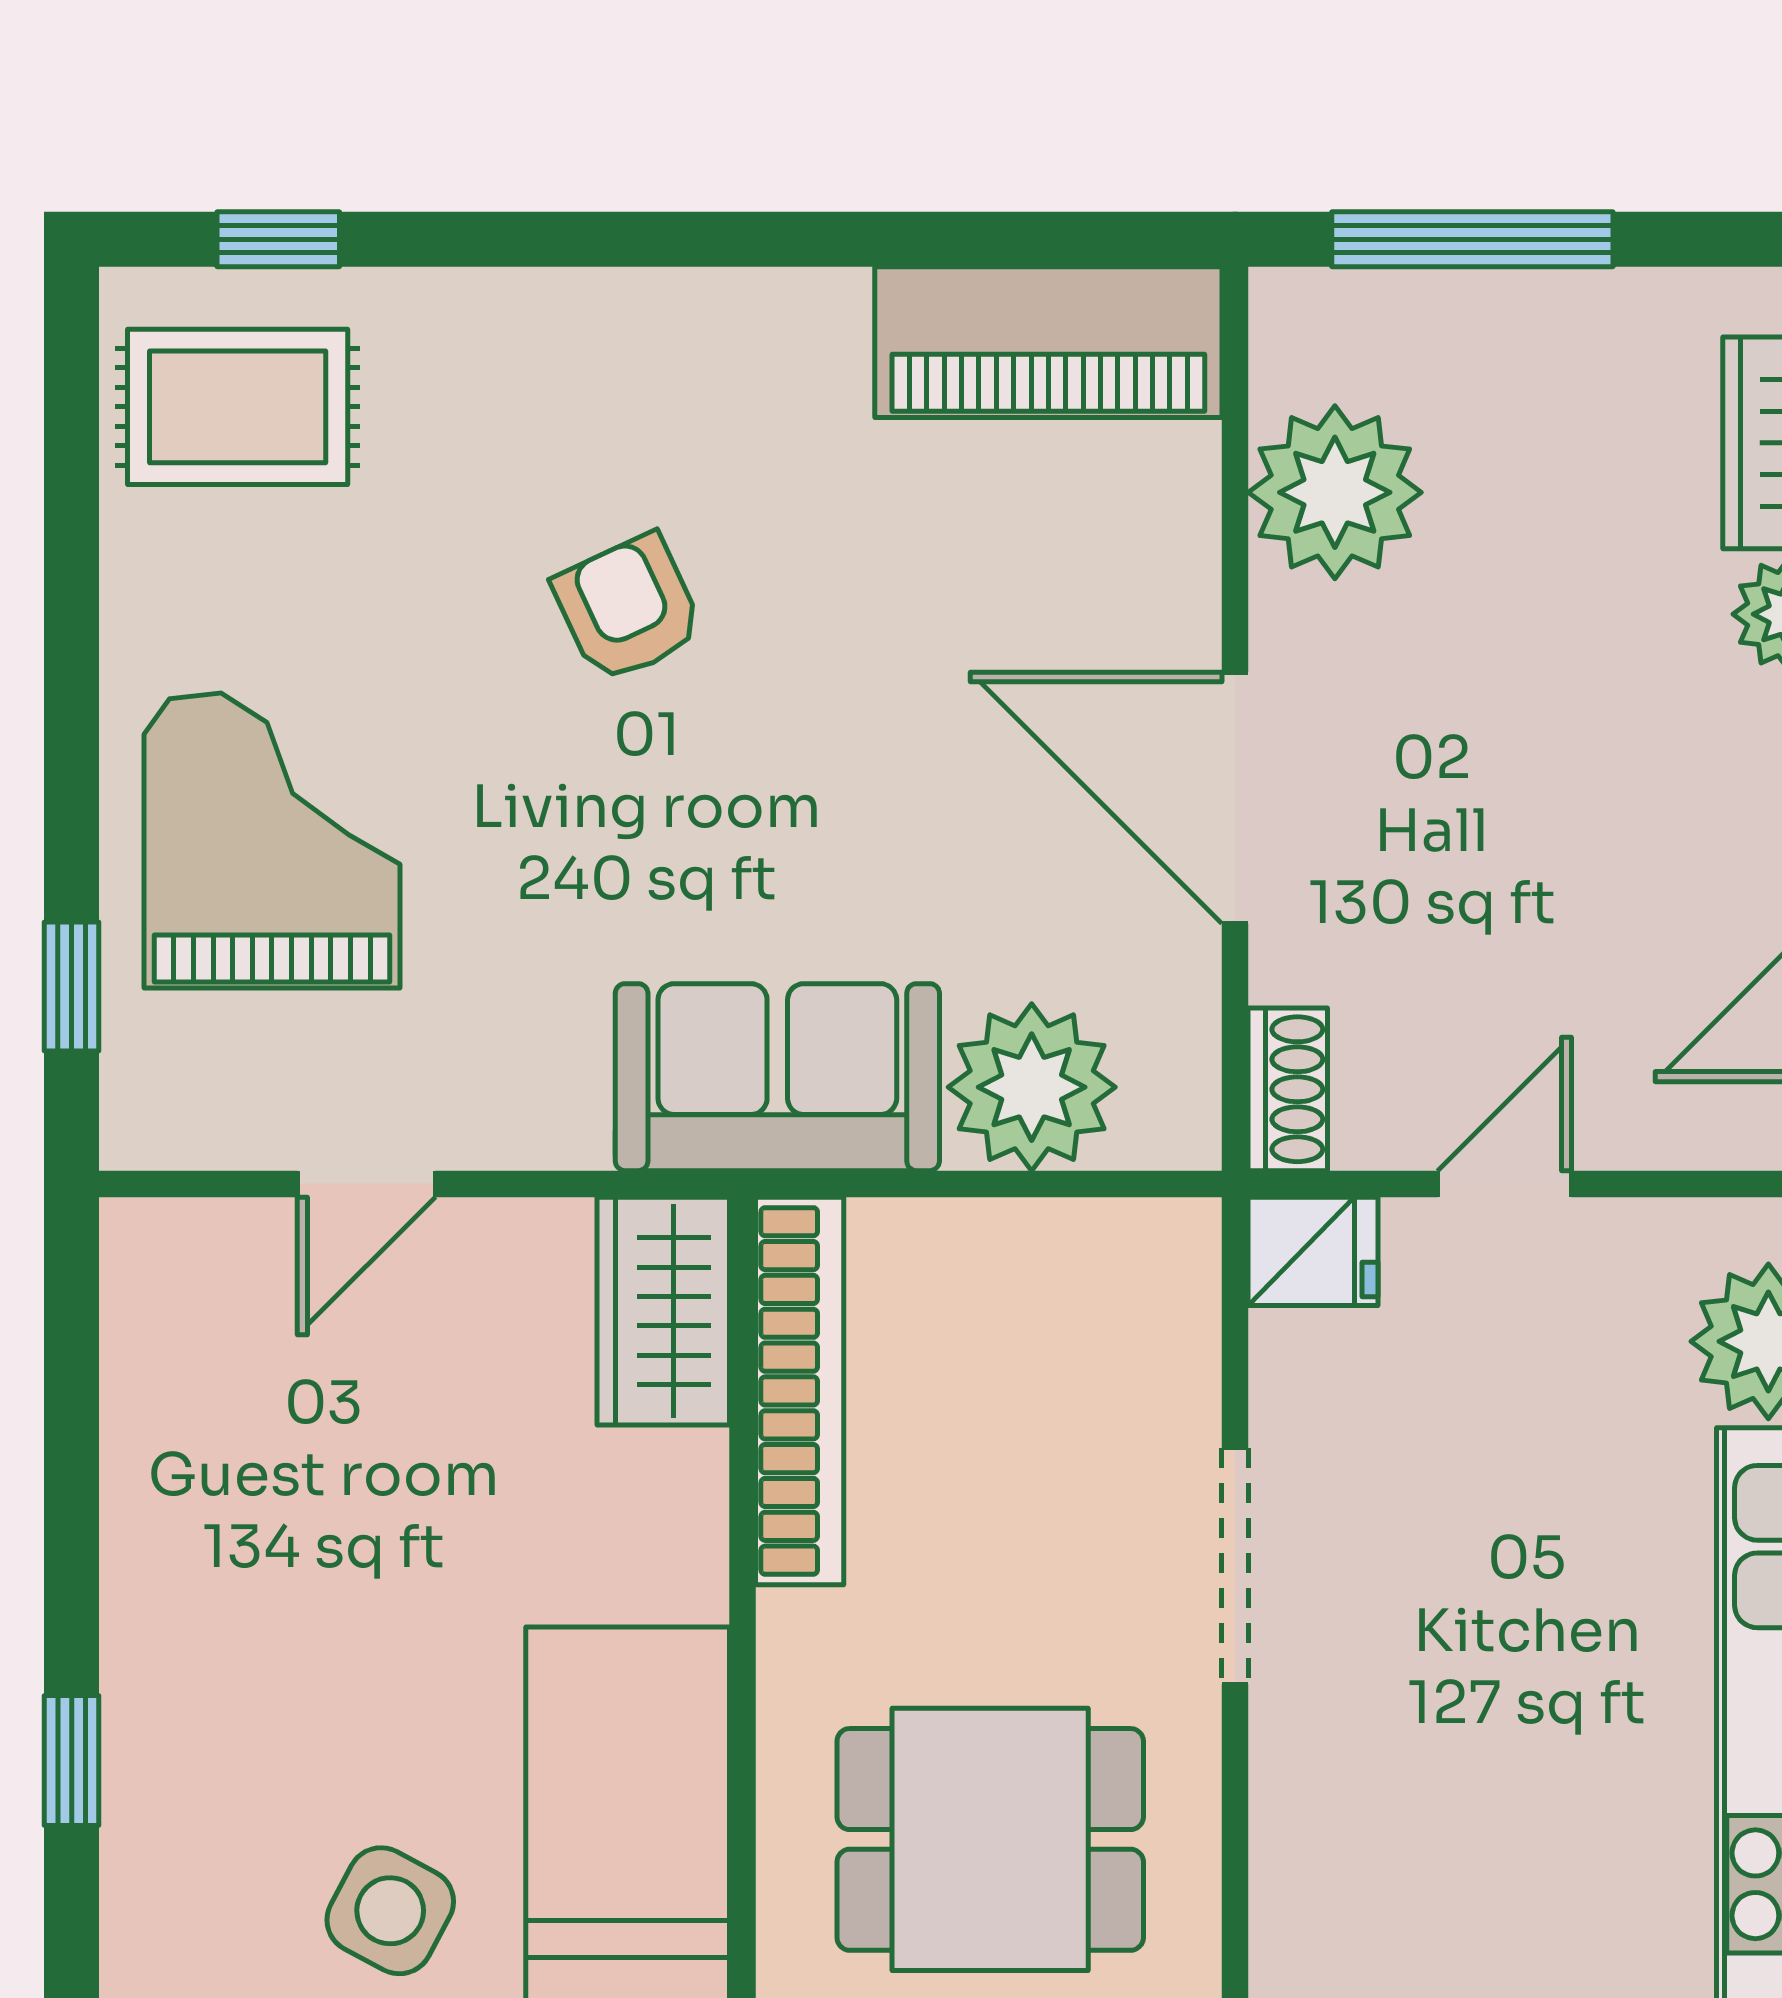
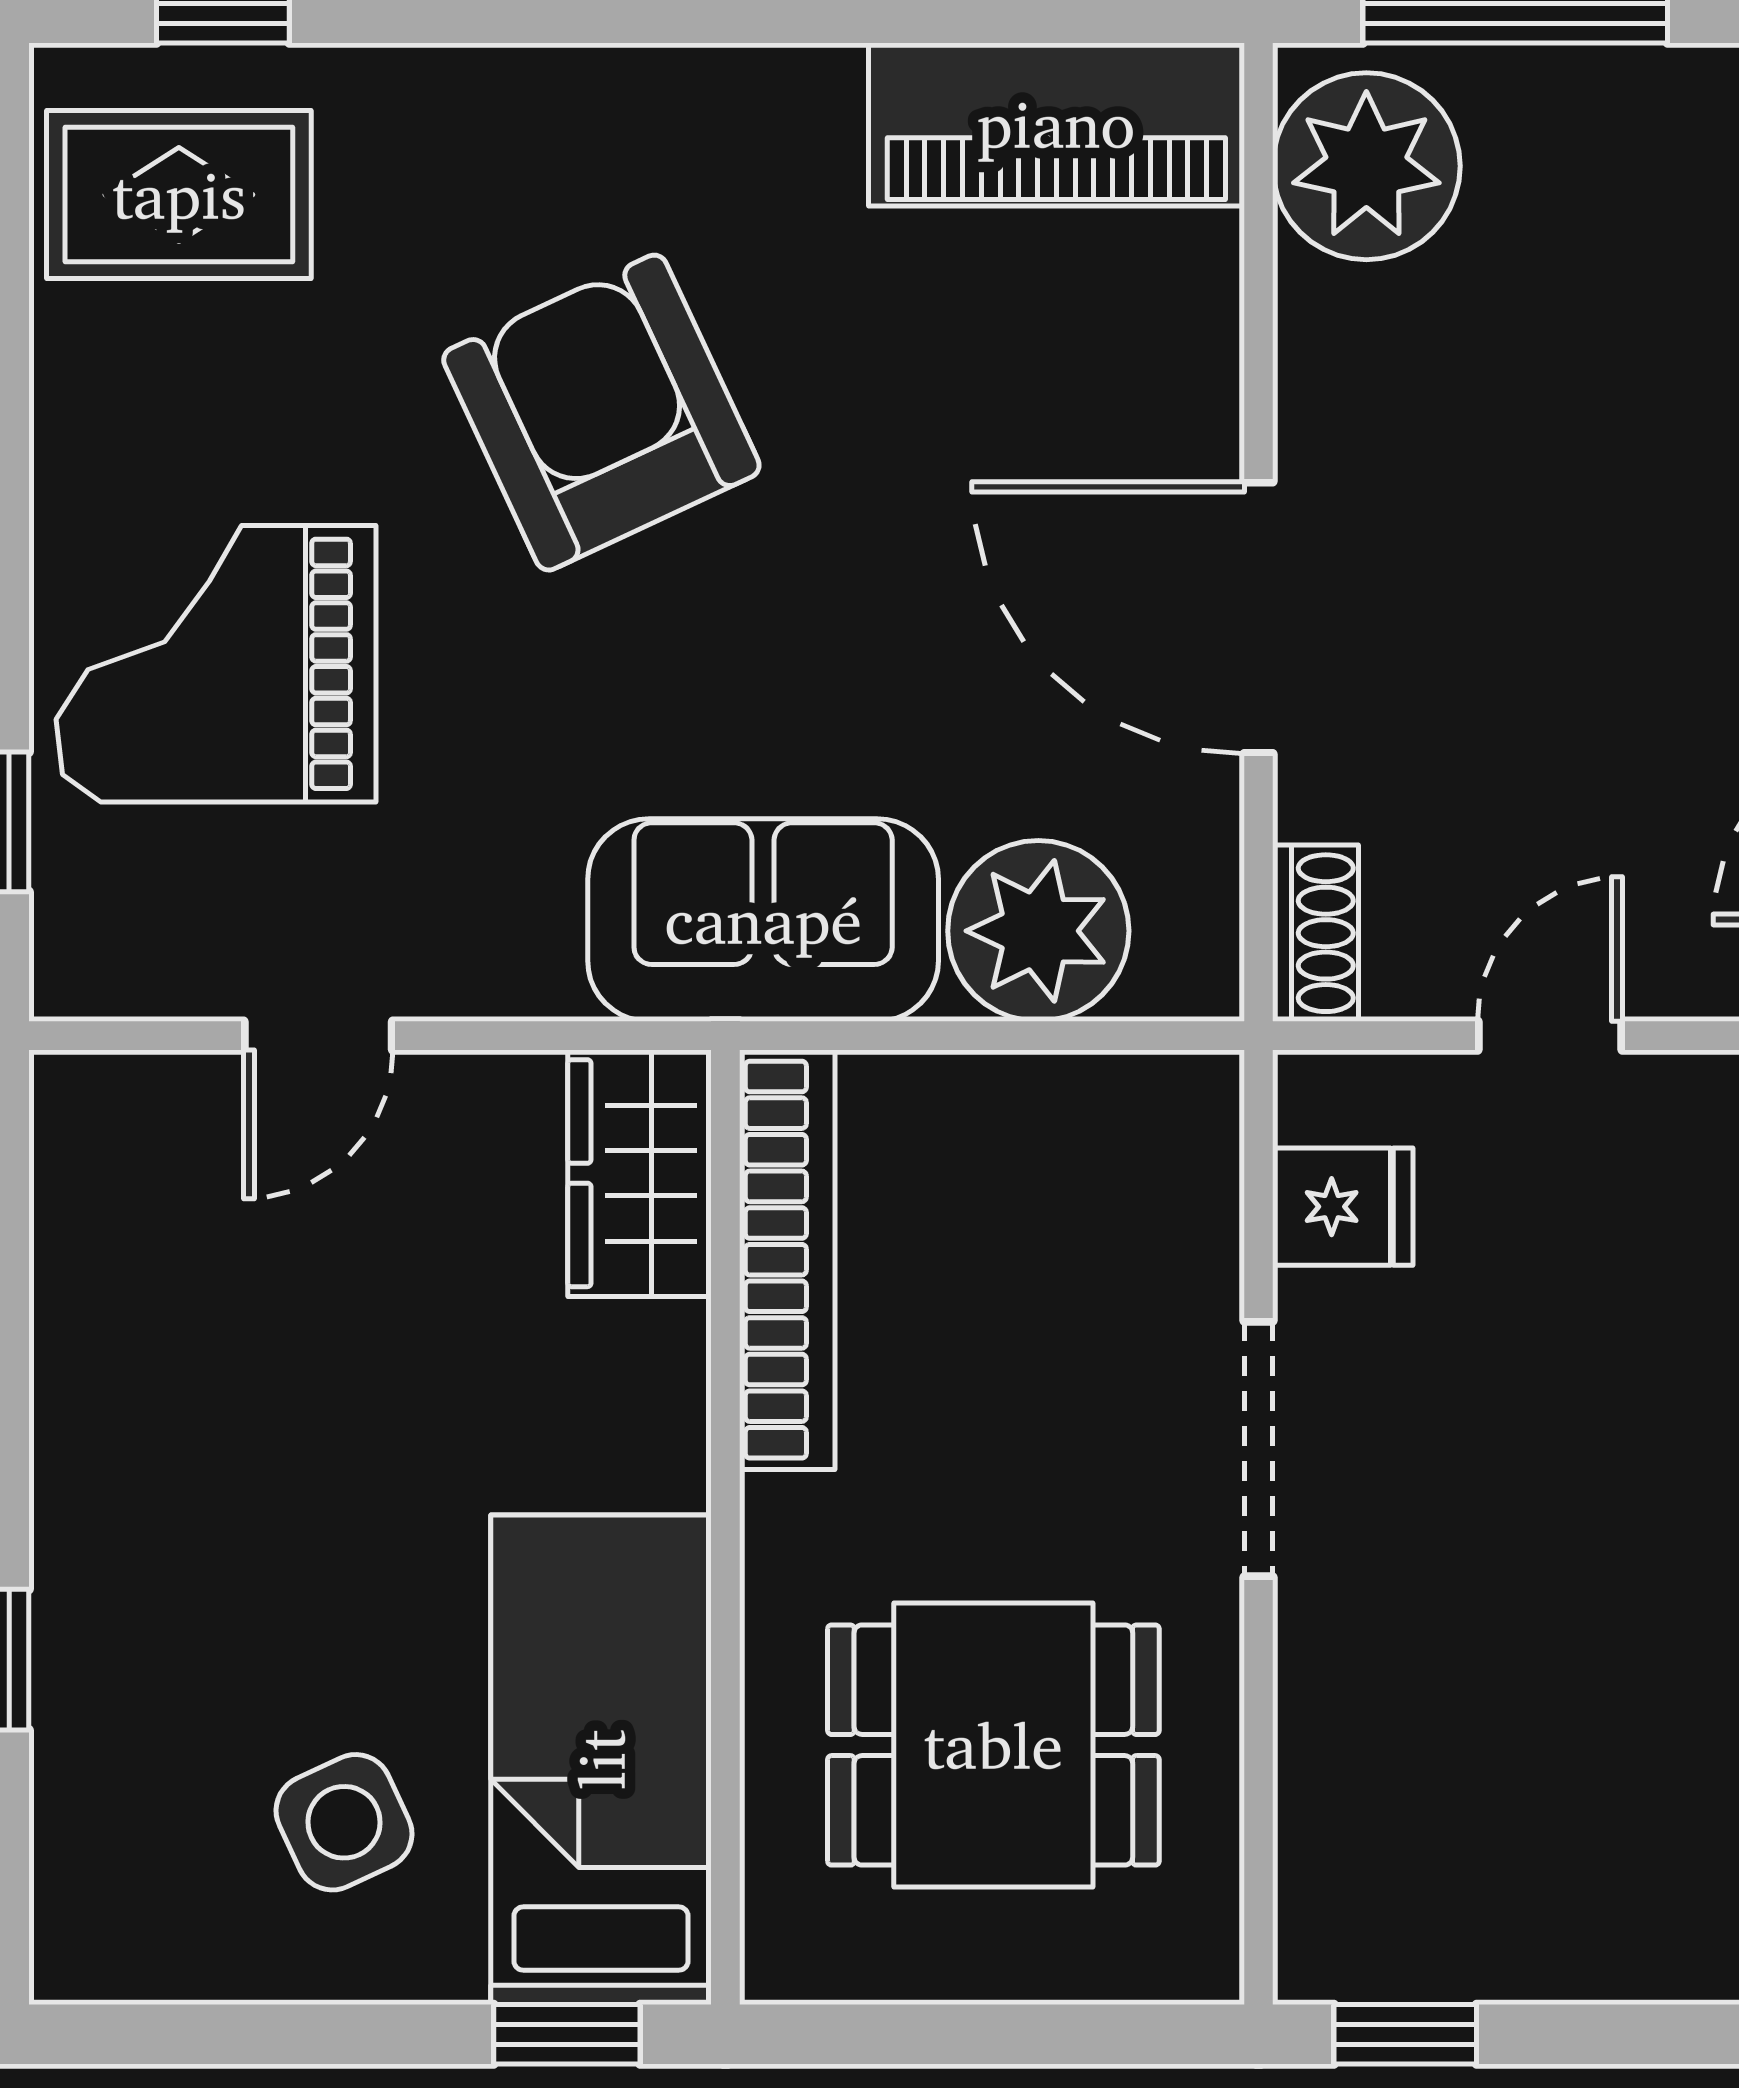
plant: (1335, 492) -> (1366, 166), moved
armchair: (628, 608) -> (601, 413), width x1.88, depth x1.88
grand piano: (272, 840) -> (216, 664), turned -90
fridge: (1313, 1251) -> (1343, 1207), moved
side table: (390, 1911) -> (344, 1822), turned 37

